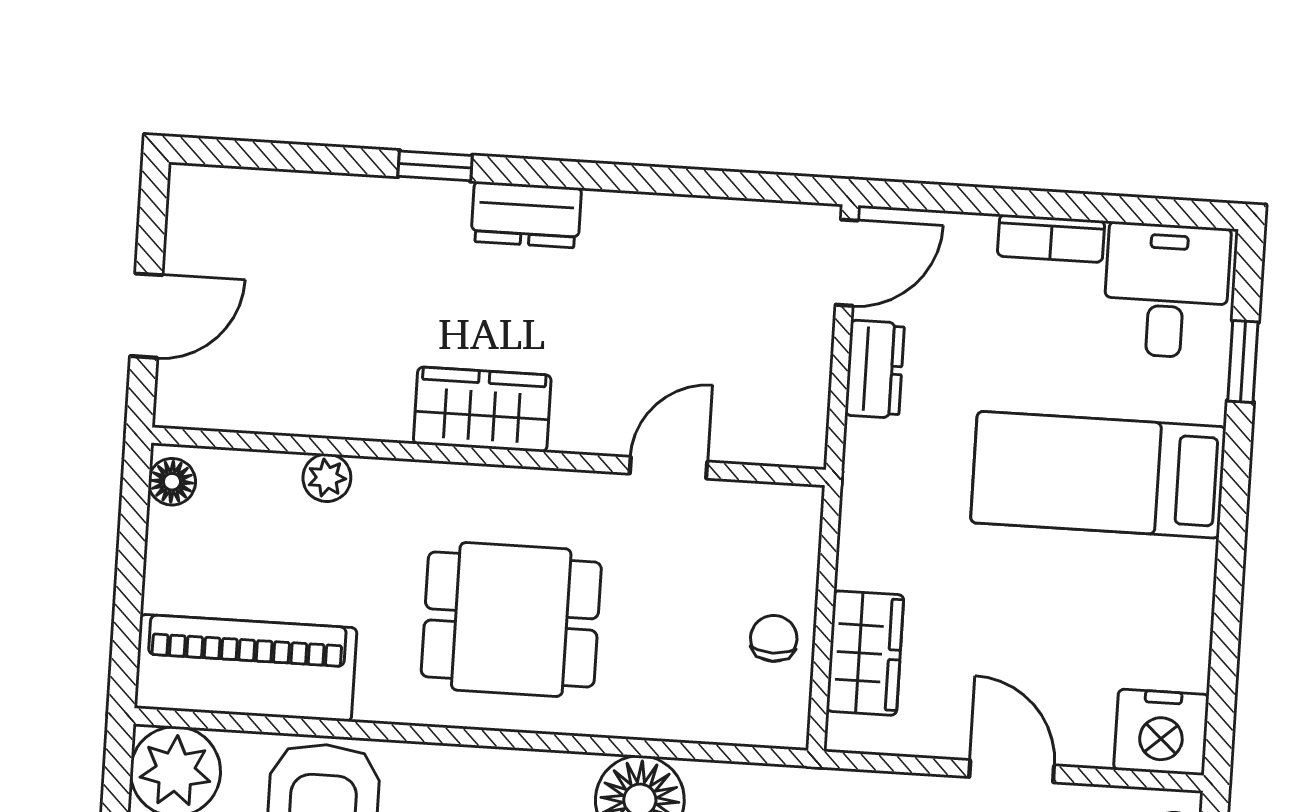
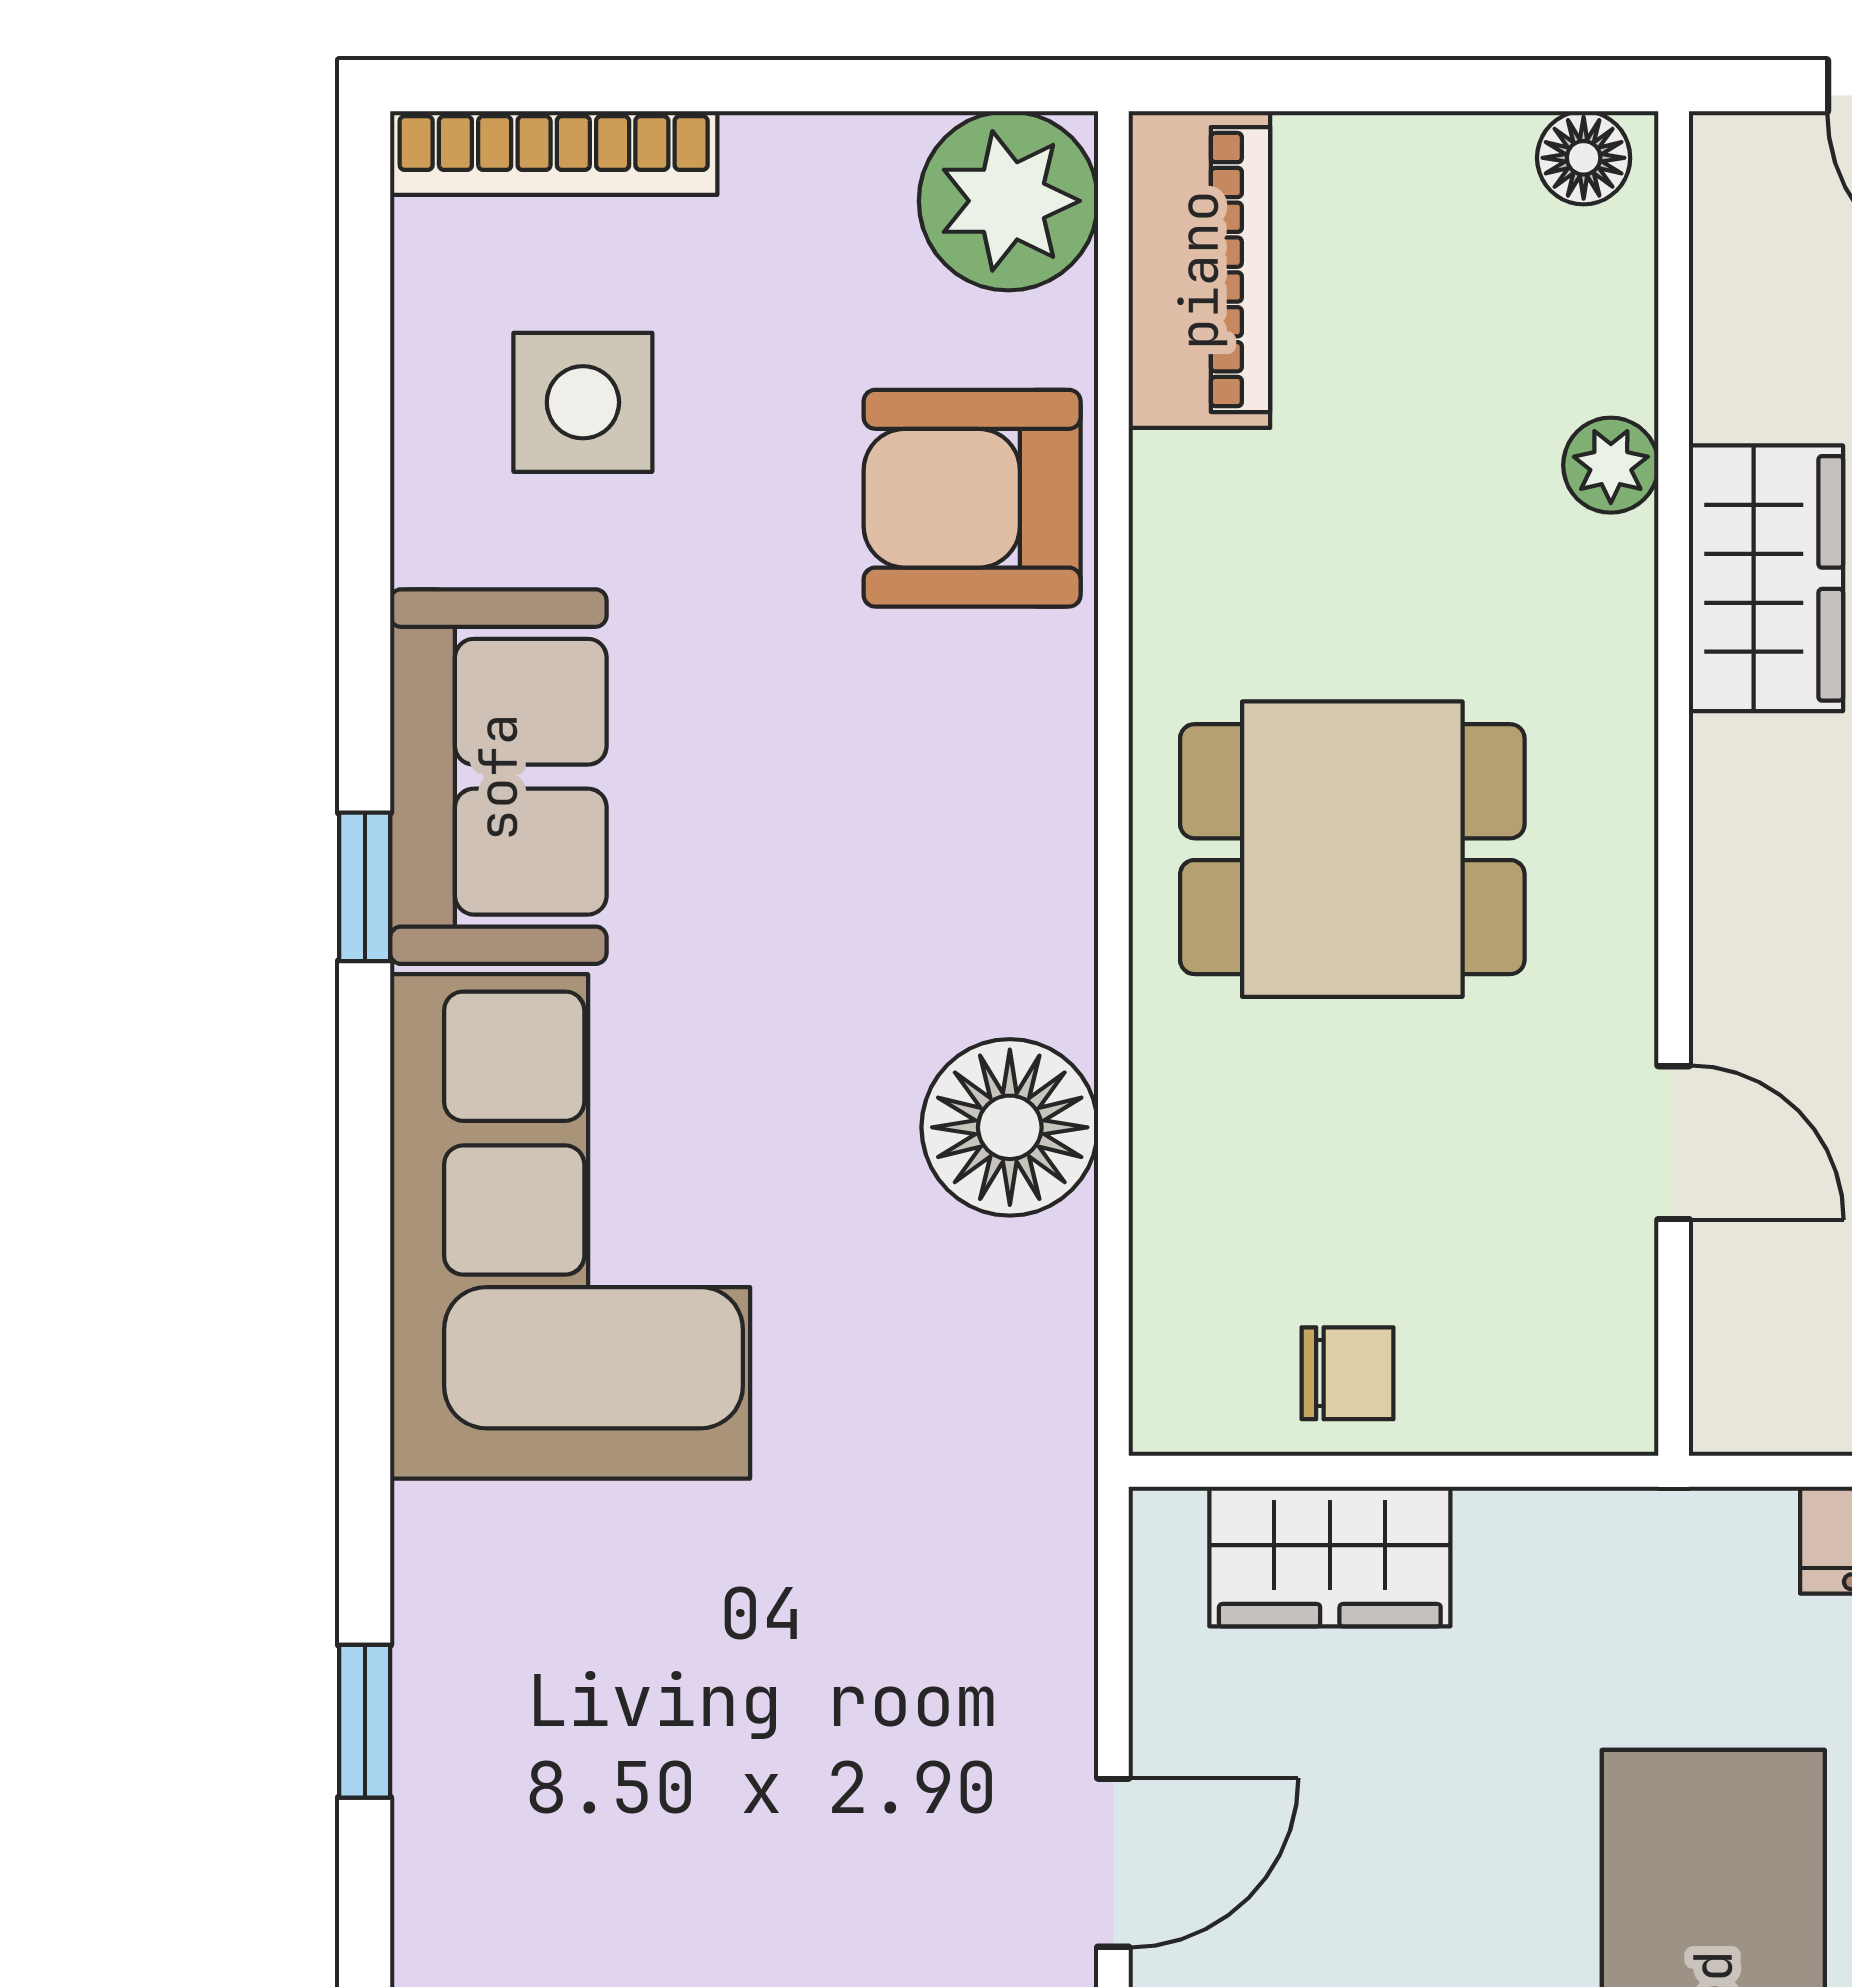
wardrobe: (482, 409) -> (1766, 578), moved
dining table: (511, 619) -> (1352, 849), turned 90
piano: (246, 668) -> (1199, 270), width x0.73, depth x0.75

